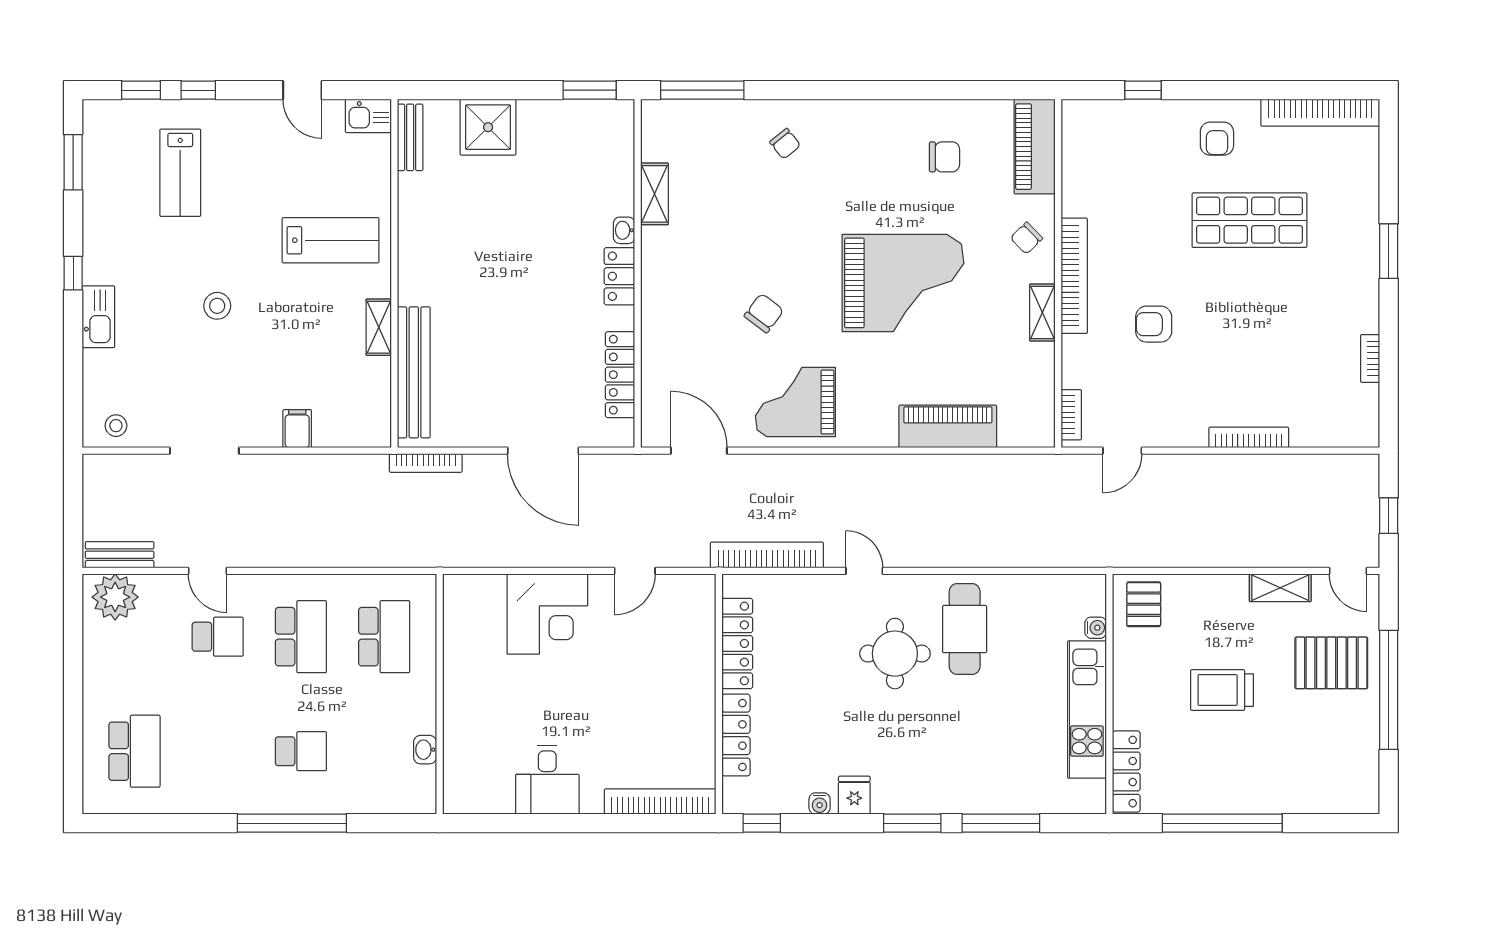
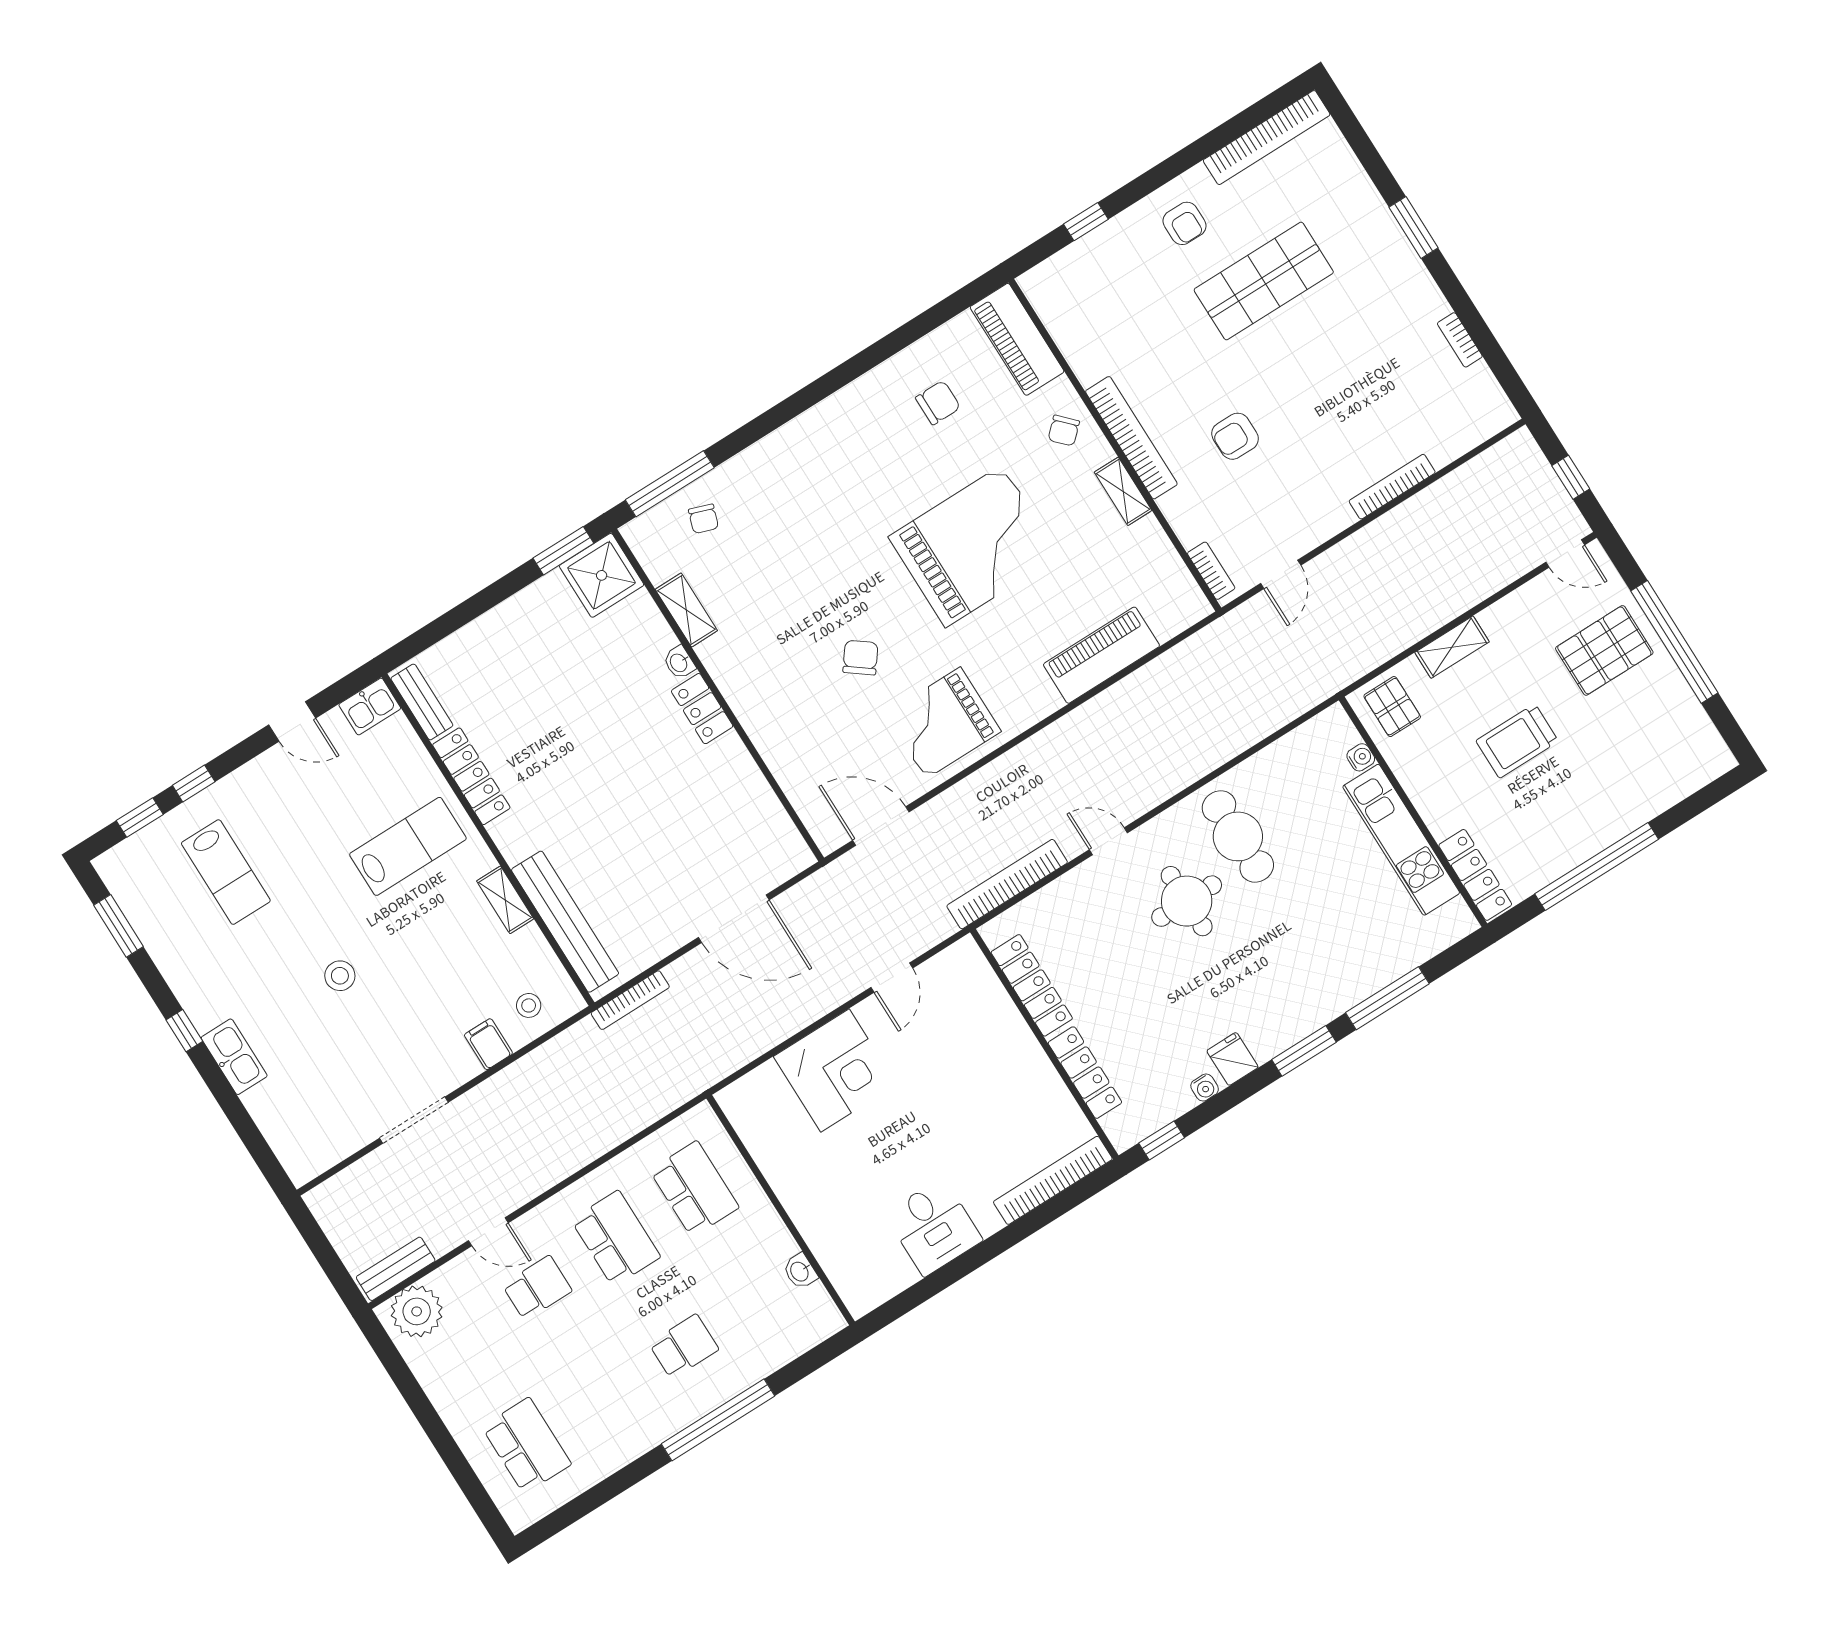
shower: (488, 127) -> (602, 575), moved
chair: (785, 144) -> (703, 519), moved, turned 58
locker: (620, 375) -> (471, 776), moved, turned 180
stool: (116, 426) -> (529, 1005), moved
shelving: (1280, 588) -> (1452, 647), moved

